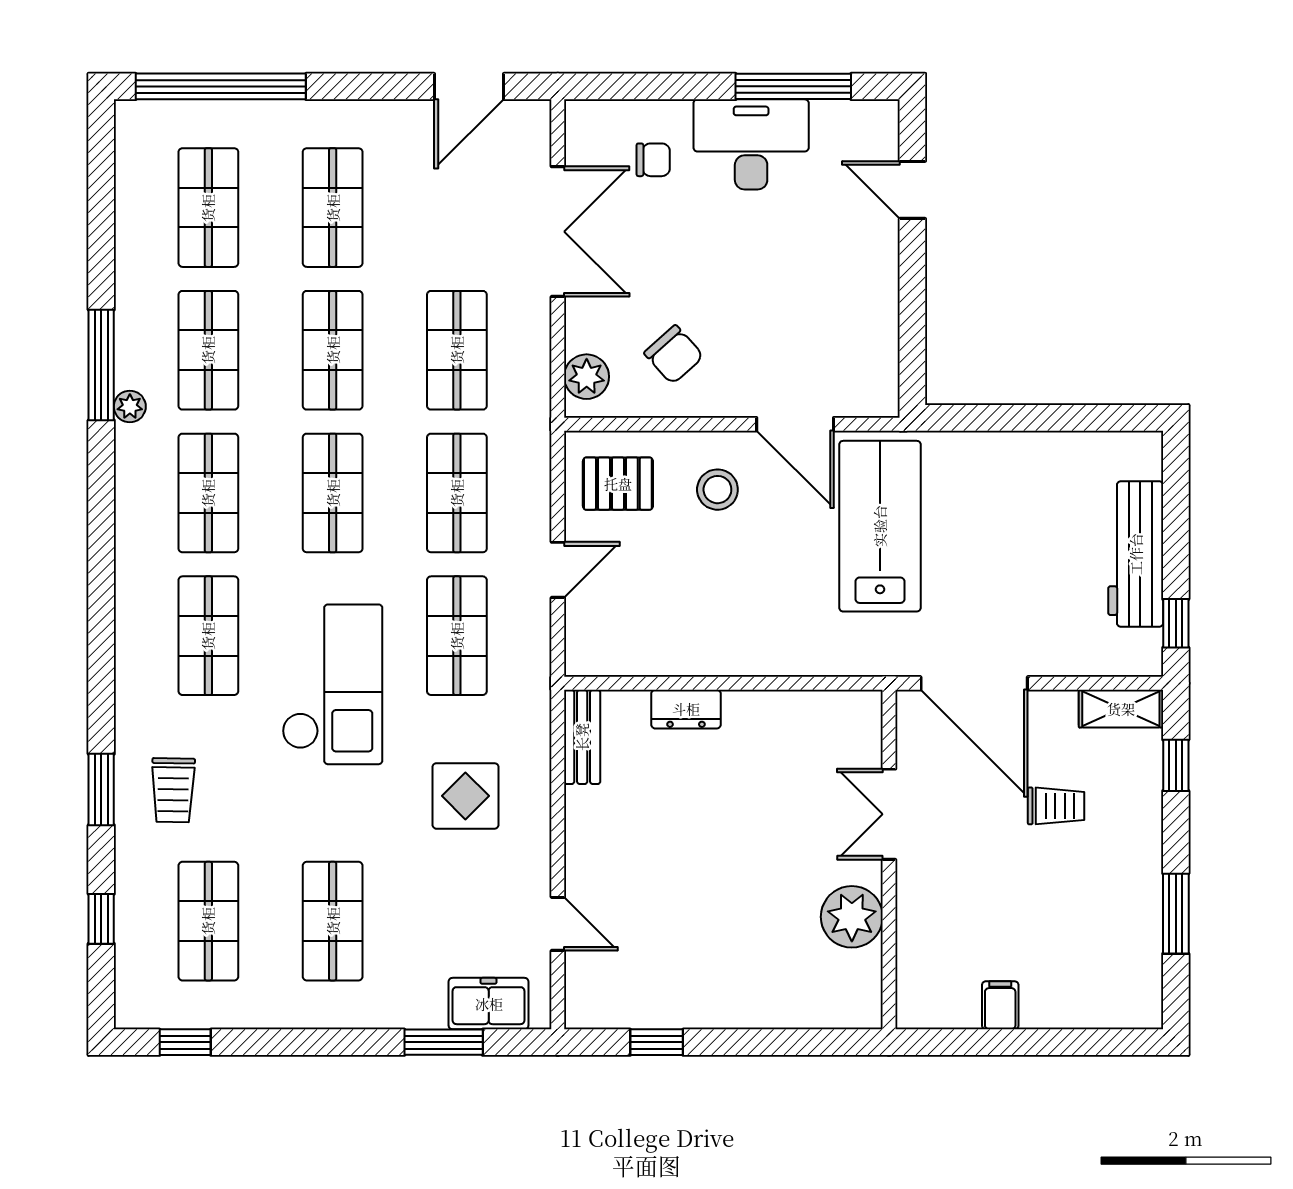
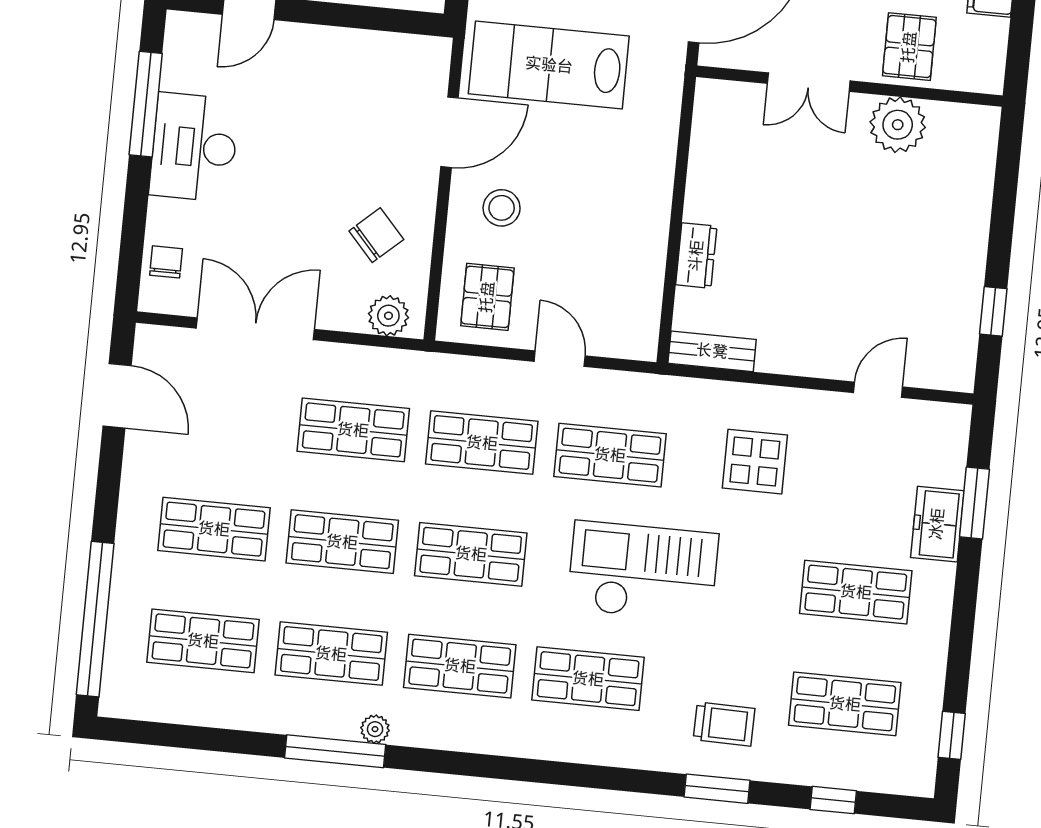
chair: (653, 160) -> (166, 262), moved
pallet: (939, 921) -> (909, 47), added
freezer: (489, 1004) -> (937, 524), moved

